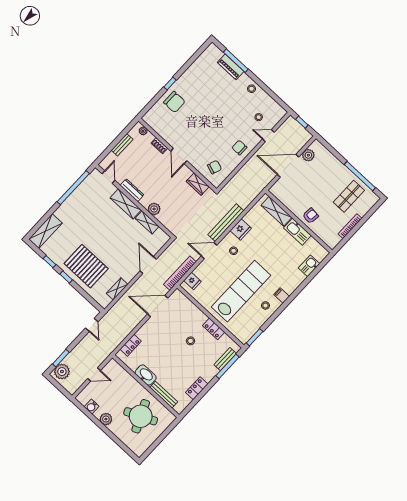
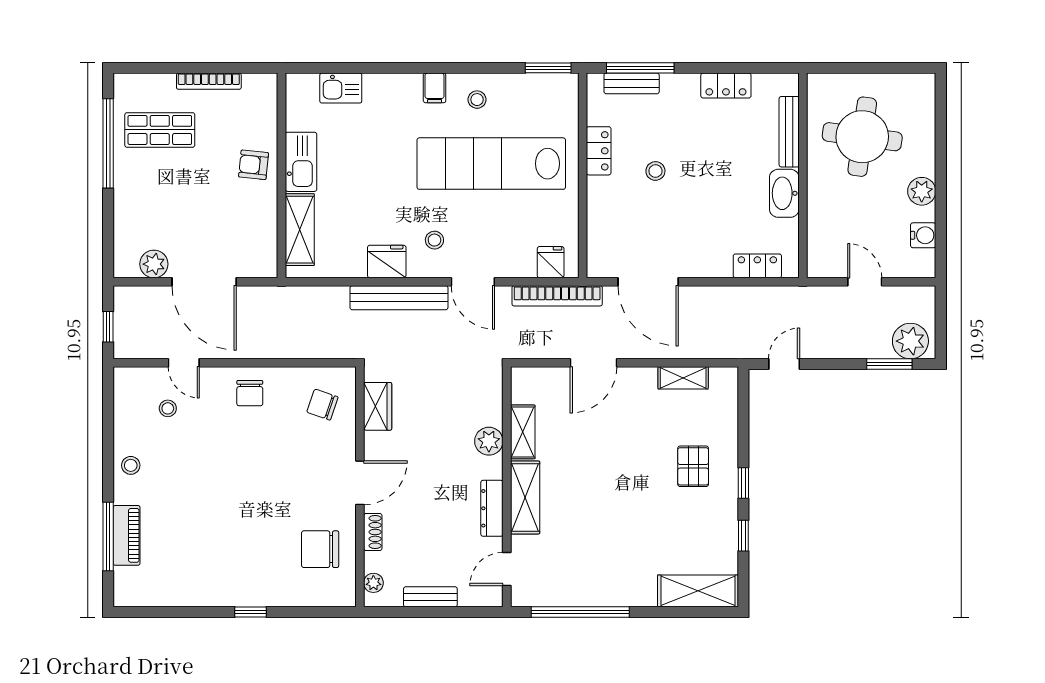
chair: (174, 102) -> (320, 549), moved, turned -90
pallet: (86, 266) -> (693, 466), width x0.49, depth x0.50
round table: (141, 416) -> (862, 137), turned 32

